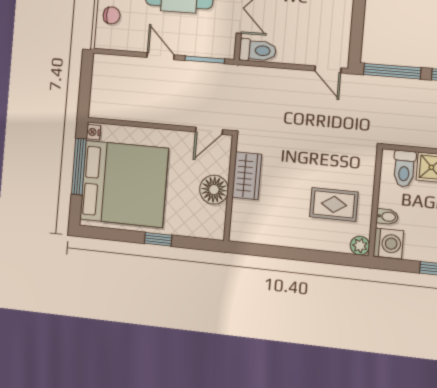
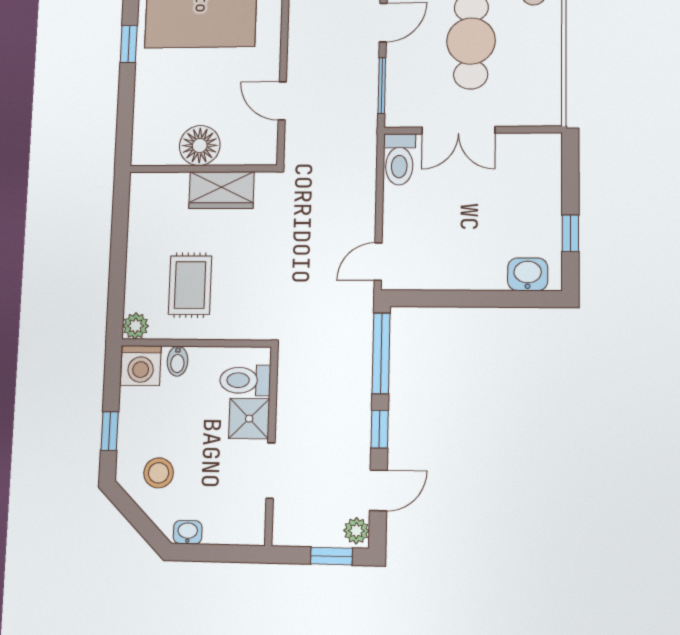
wardrobe: (247, 176) -> (222, 190), moved
wall: (231, 188) -> (203, 169), moved
floor lamp: (214, 190) -> (200, 146), moved

